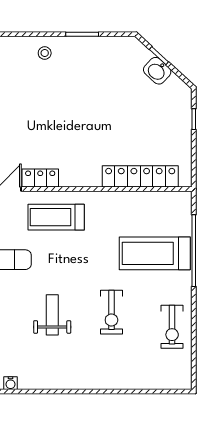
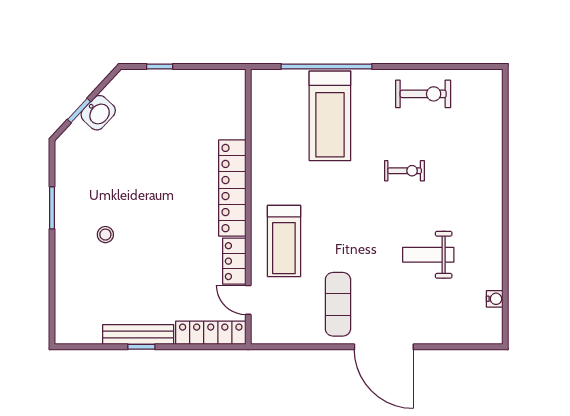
stool: (45, 53) -> (105, 235), moved
locker: (140, 176) -> (232, 188), moved
exercise bike: (111, 312) -> (405, 171), width x0.73, depth x0.72
weight bench: (52, 315) -> (428, 255), moved

